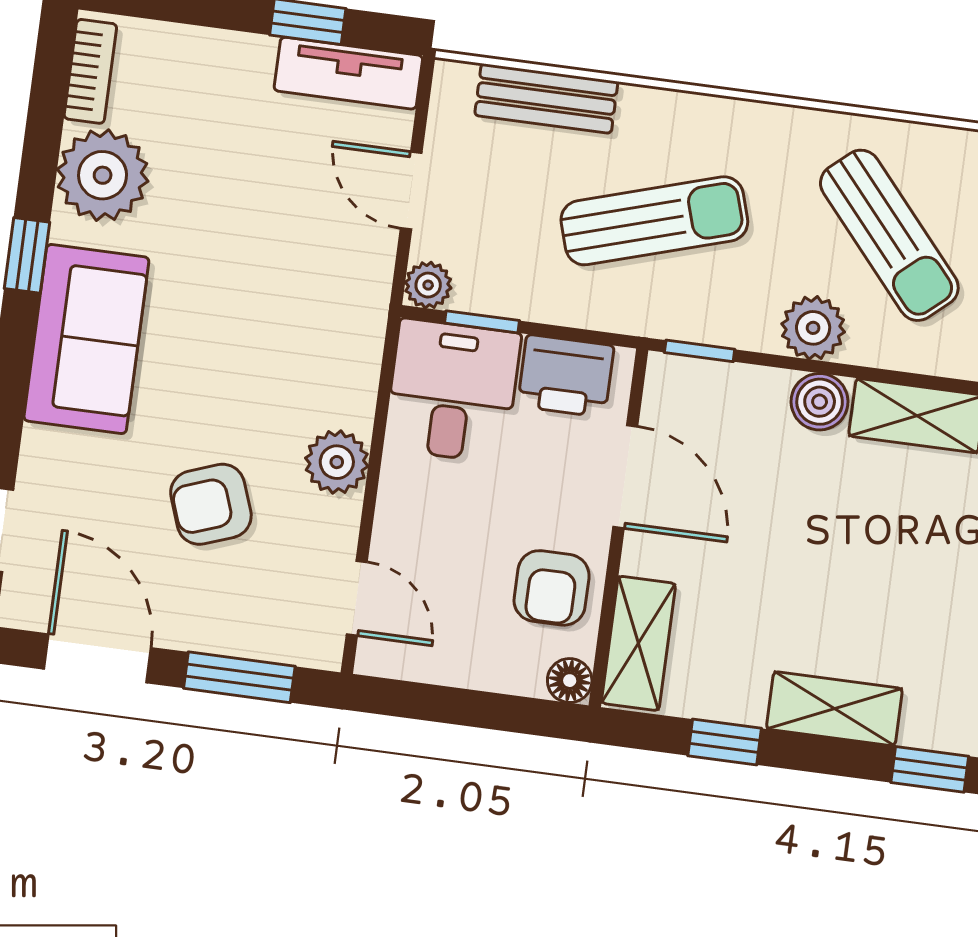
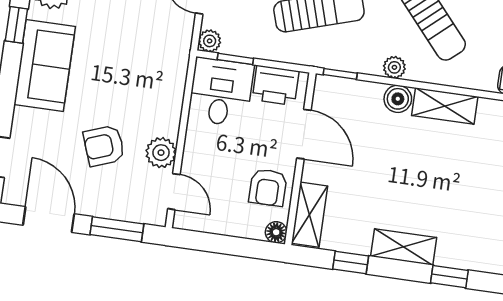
plant: (813, 328) -> (394, 67), width x0.73, depth x0.73
plant: (337, 462) -> (161, 153), moved

